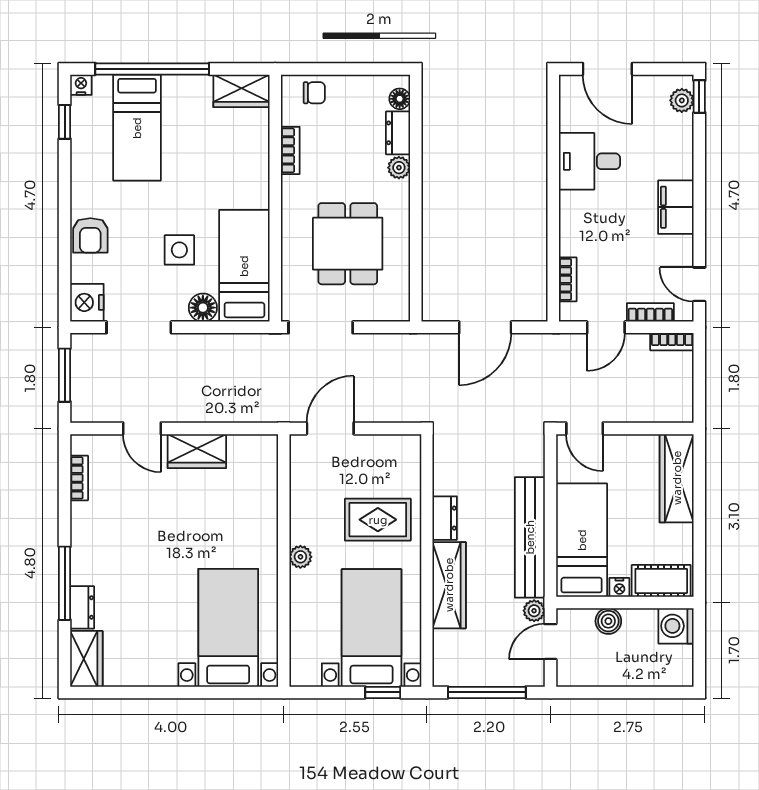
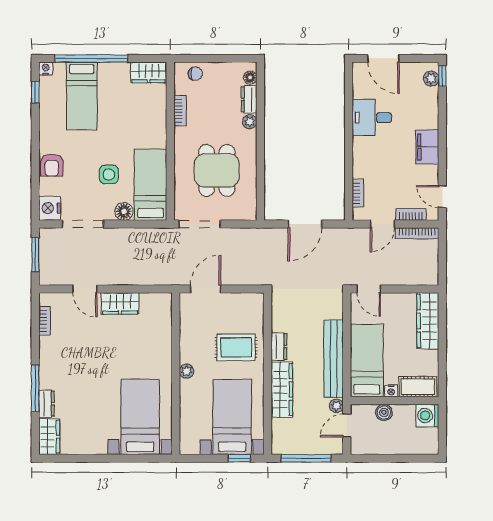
bookcase: (672, 342) -> (417, 233), width x1.56

